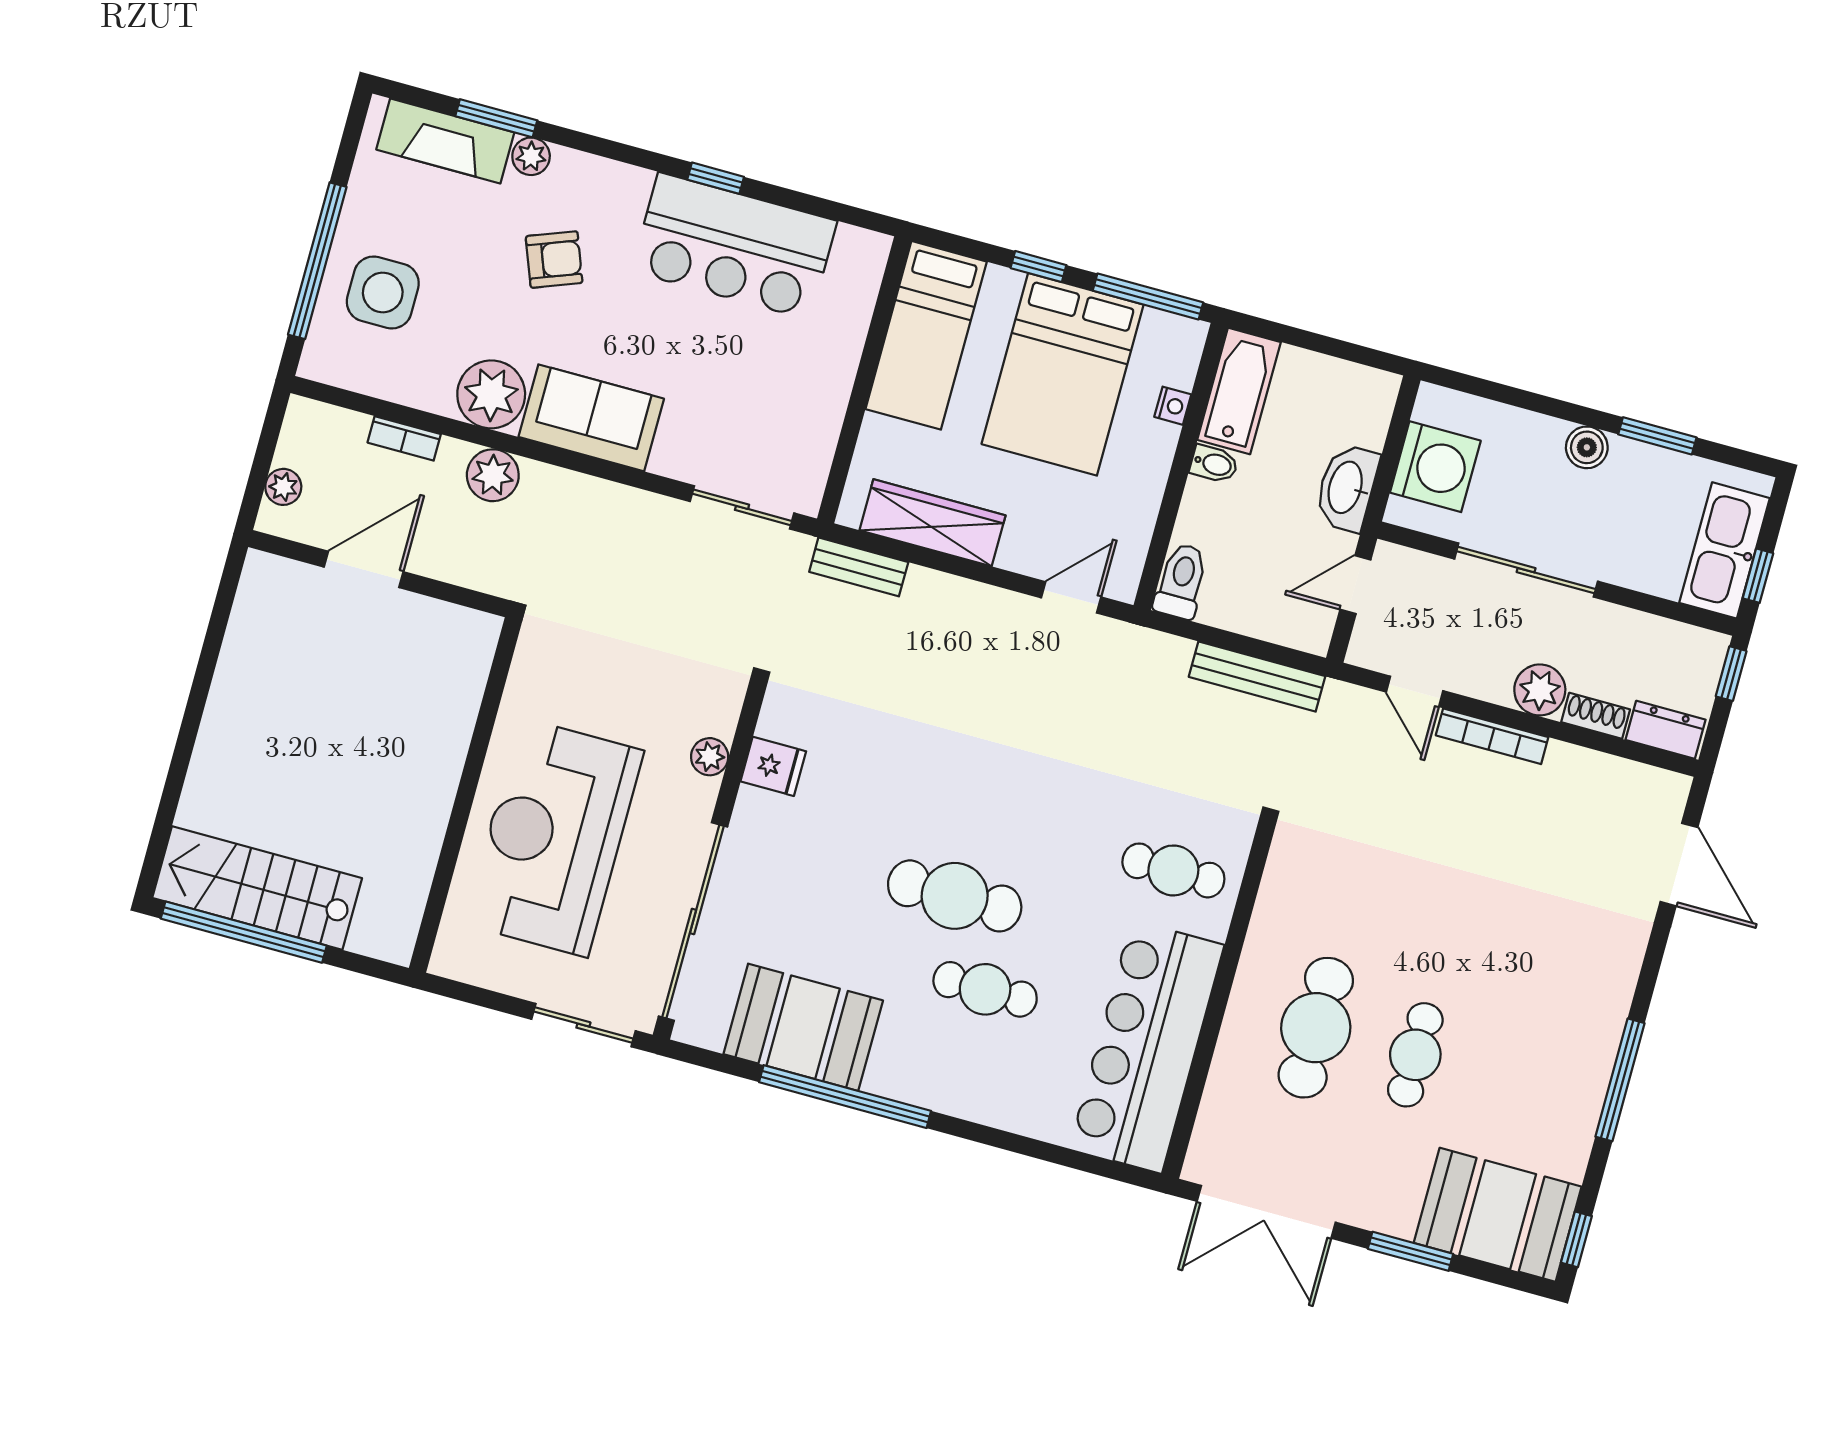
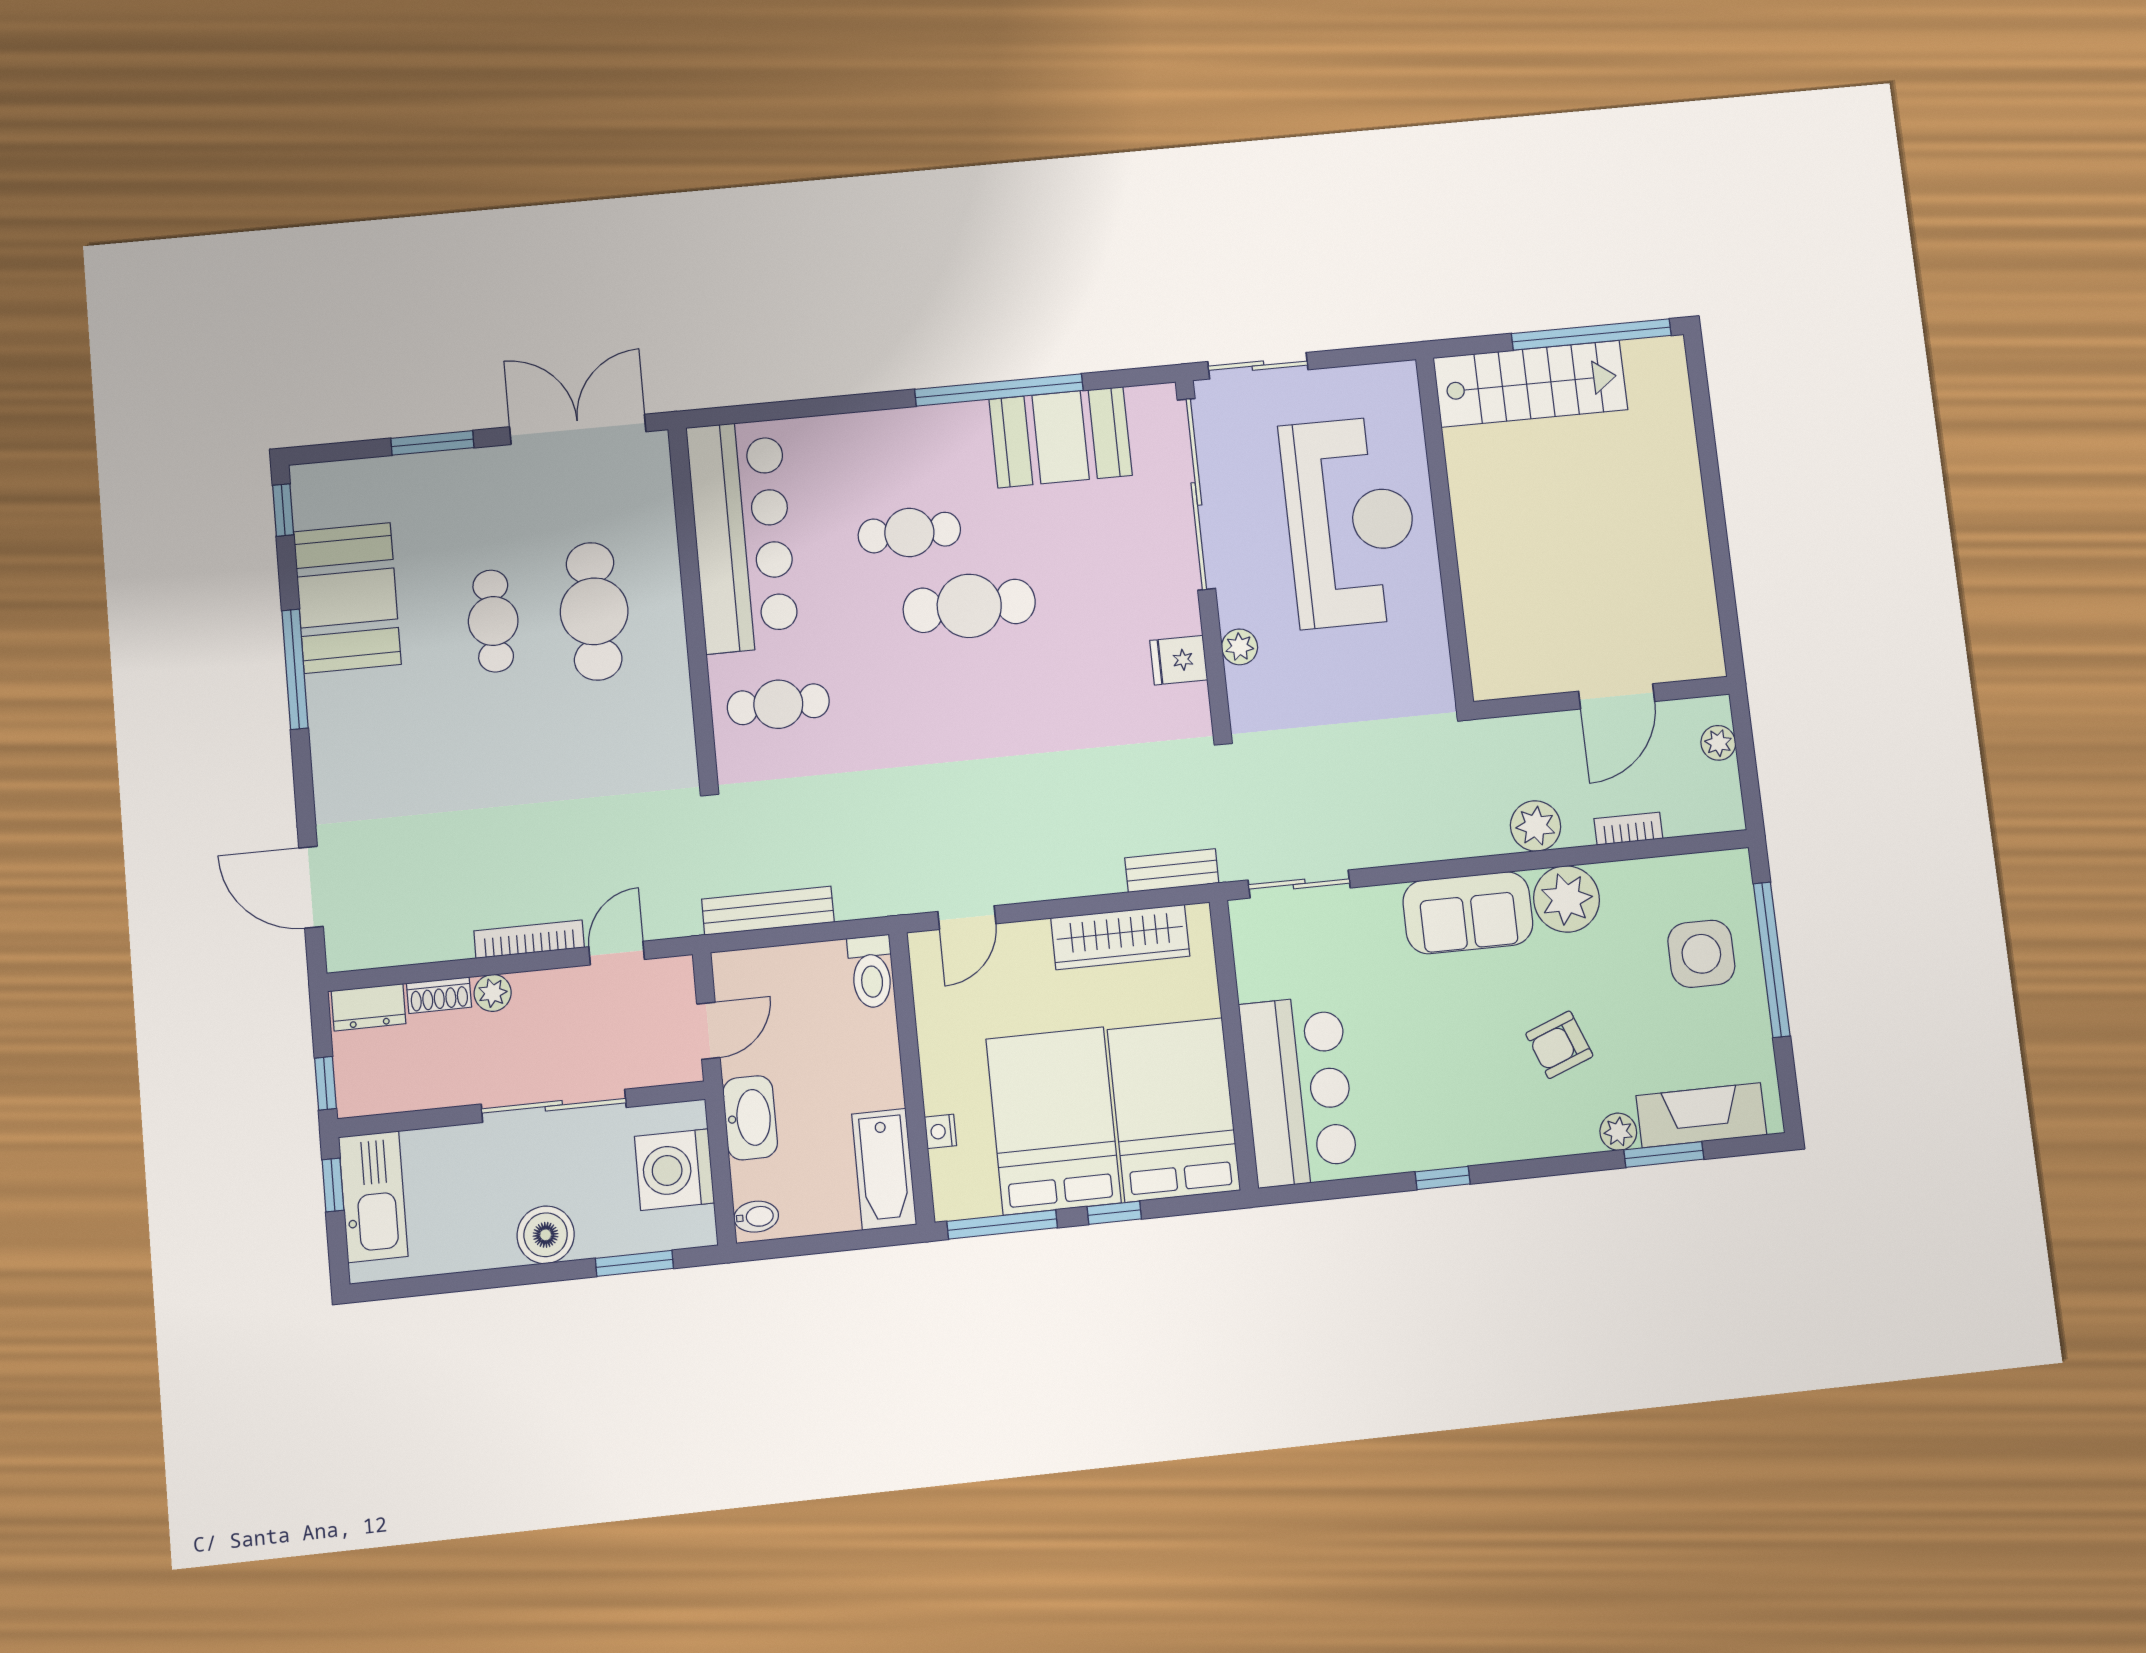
bar counter: (734, 246) -> (1299, 1091), moved, turned 90
bed: (926, 335) -> (1174, 1110), width x1.50
window: (1657, 436) -> (634, 1263), moved
boiler: (1587, 447) -> (546, 1235), width x1.36, depth x1.36
bidet: (1214, 464) -> (756, 1217), moved, turned 180
plant: (1540, 690) -> (493, 993), width x0.73, depth x0.73
door: (1415, 691) -> (617, 953), hinge flipped
stairs: (257, 888) -> (1530, 384), moved
booth: (1498, 1215) -> (347, 598), moved, turned 90

